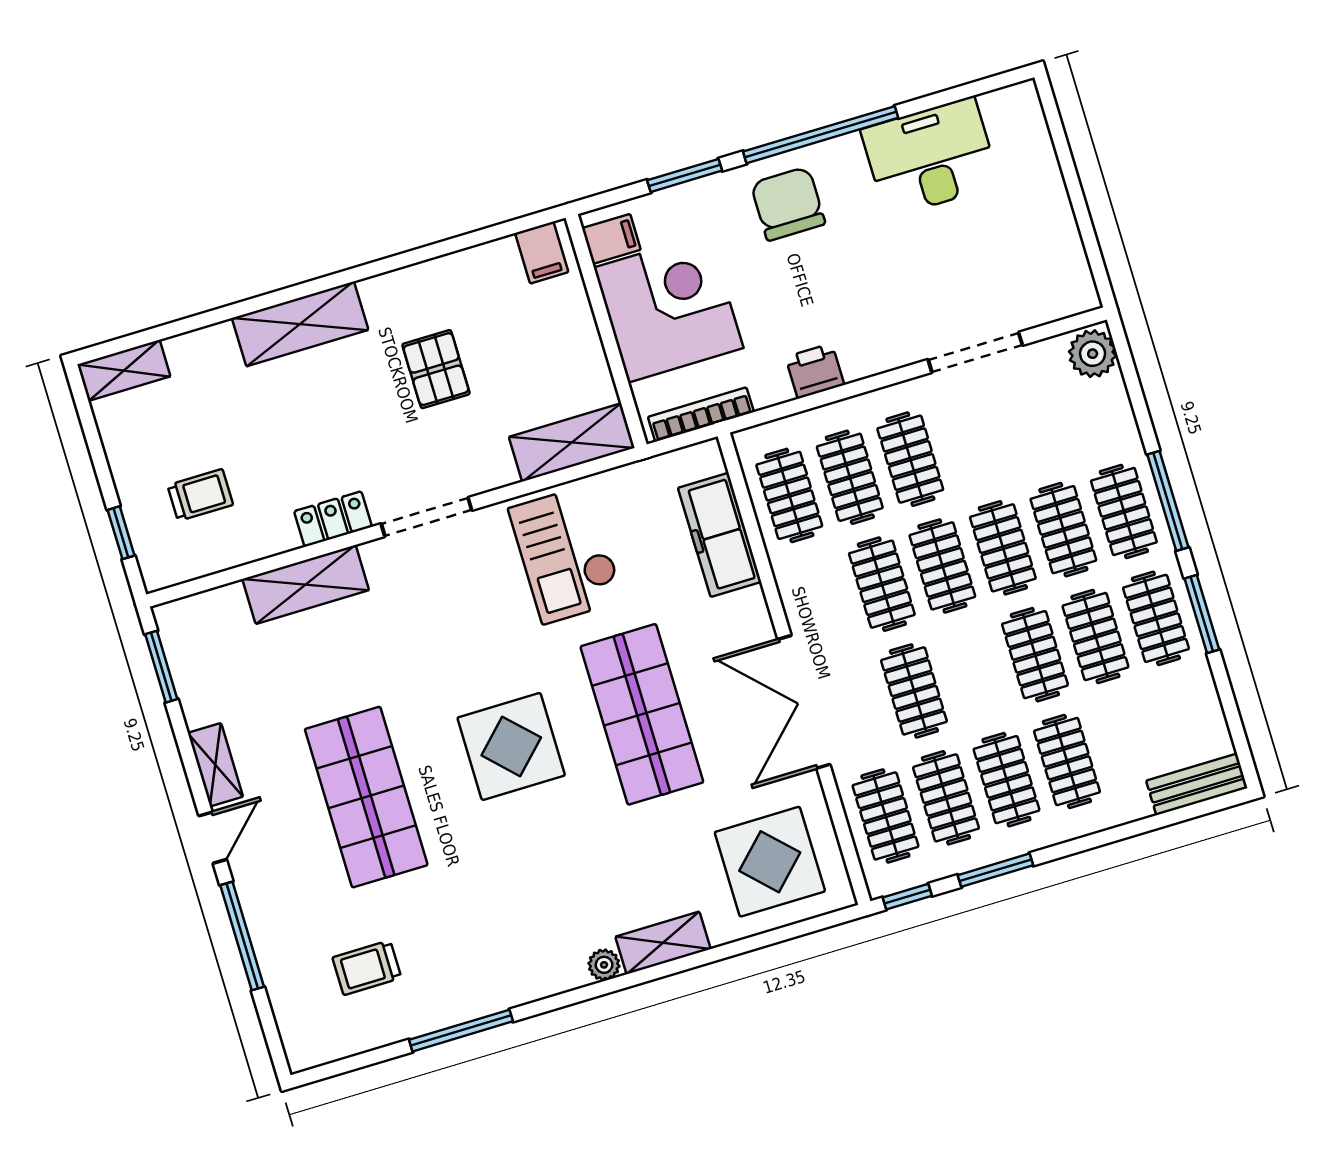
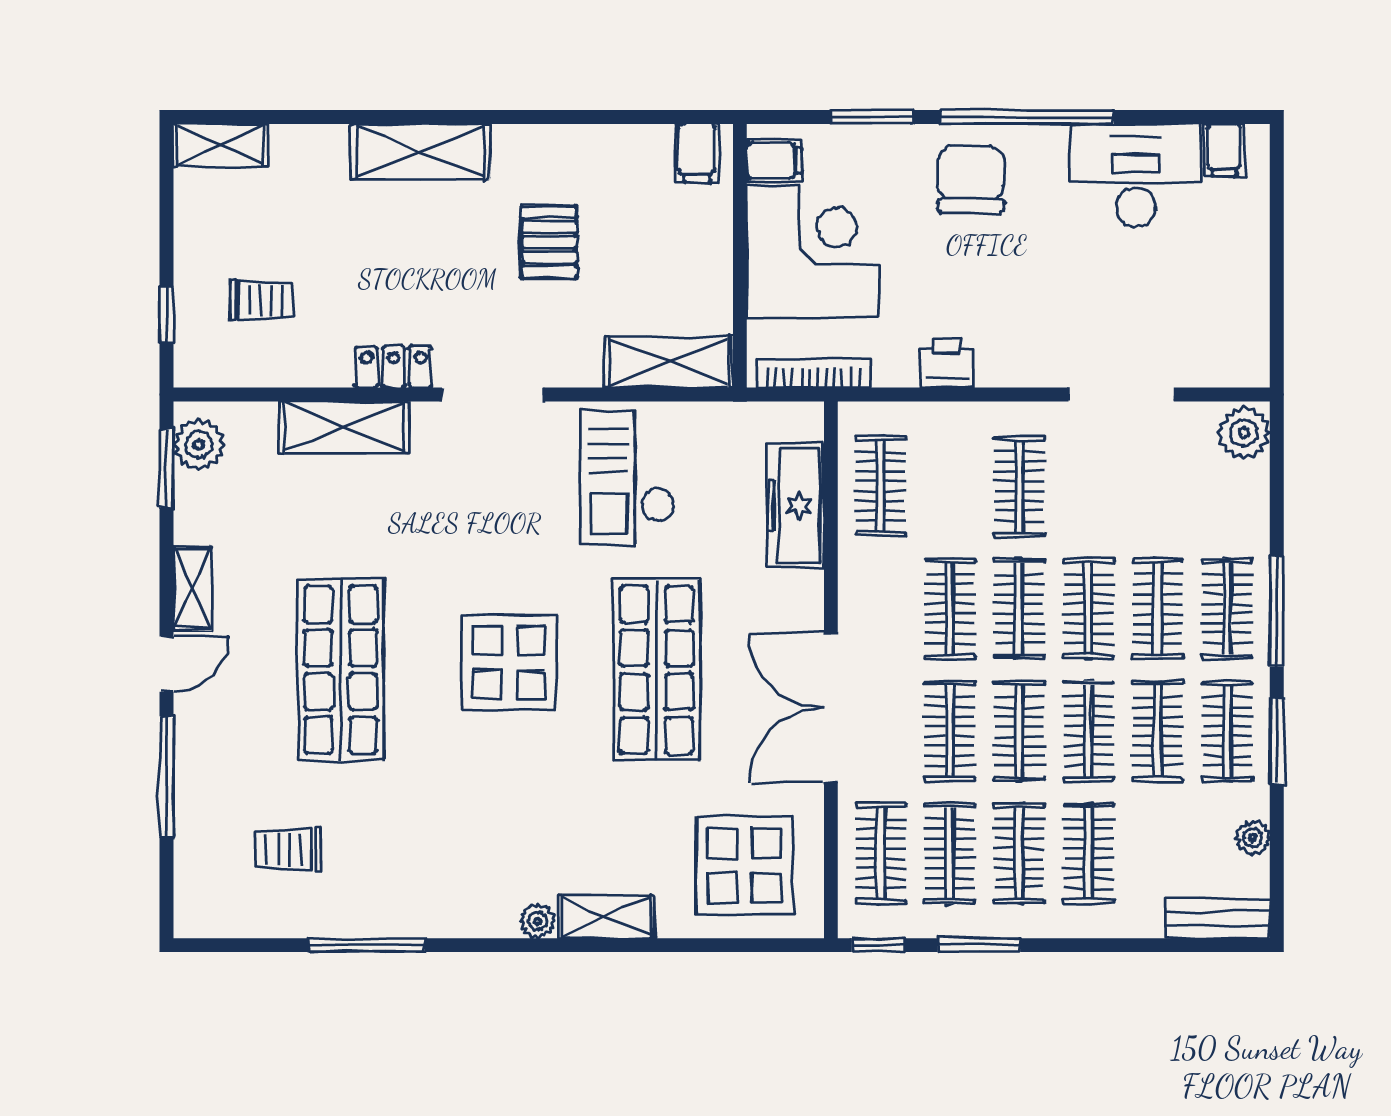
filing cabinet: (1001, 112) -> (1224, 150), added
clothes rail: (850, 477) -> (1019, 731), moved
plant: (183, 637) -> (199, 444), added
plant: (1206, 705) -> (1253, 838), added

